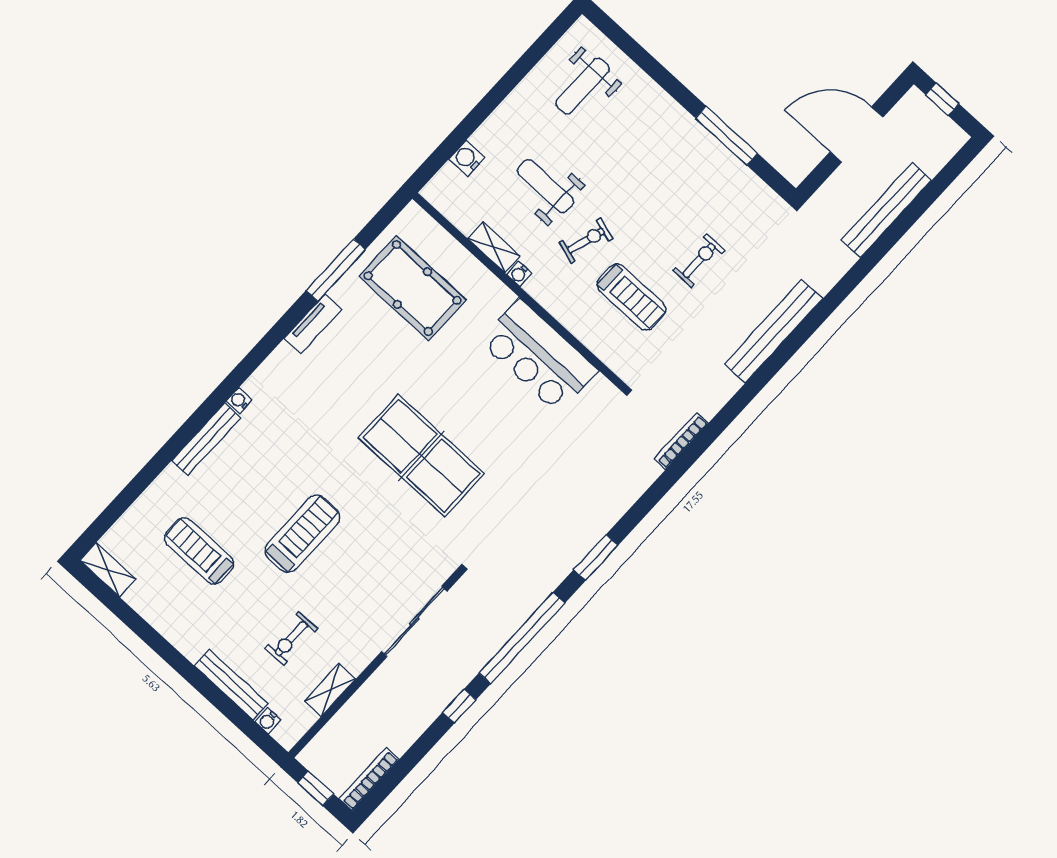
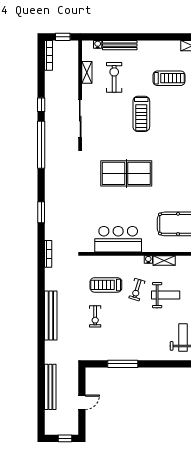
door: (857, 134) -> (82, 402), width x0.53
window: (596, 557) -> (41, 212), moved
exercise bike: (291, 639) -> (114, 77), width x1.38, depth x1.39

